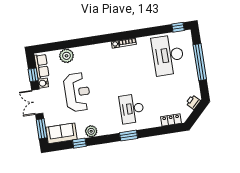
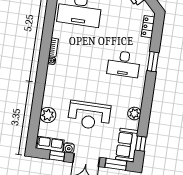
reception desk: (77, 92) -> (89, 115), turned 180
window: (129, 136) -> (153, 62), moved
window: (79, 143) -> (141, 144), moved

